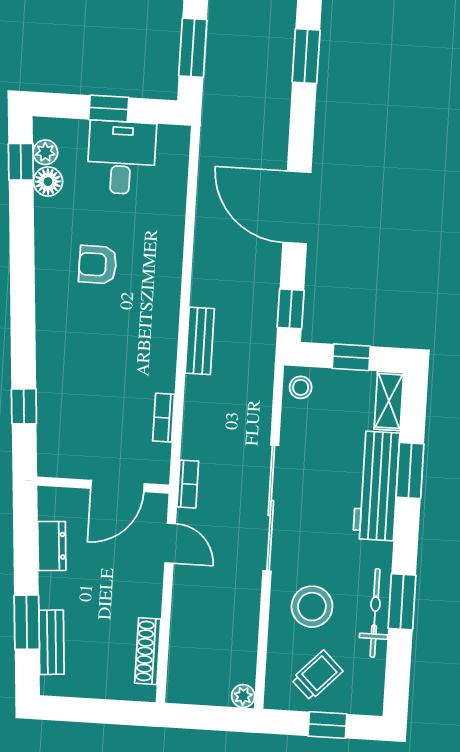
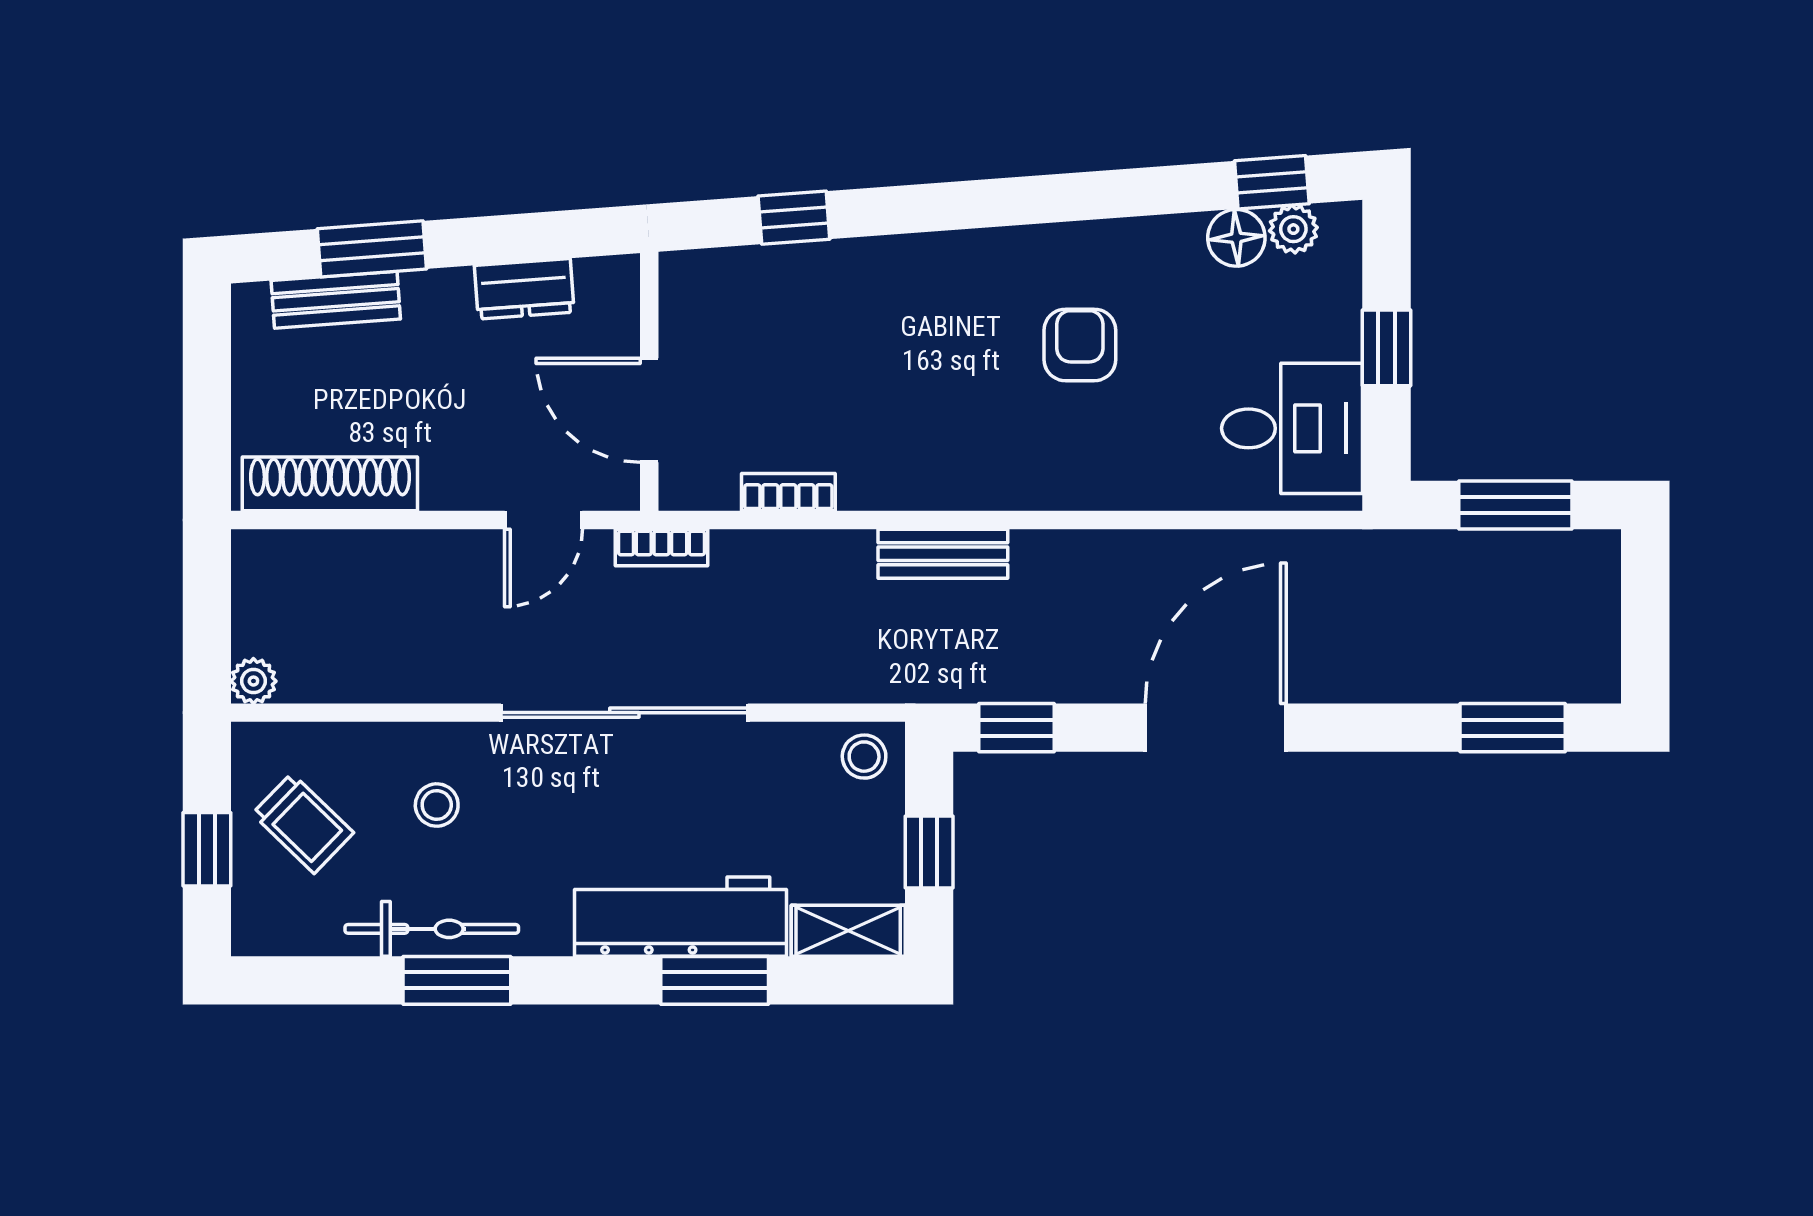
desk: (121, 158) -> (1292, 428), moved
stool: (312, 607) -> (437, 805), width x0.53, depth x0.53
shoe rack: (148, 651) -> (330, 484), width x1.36, depth x1.24

